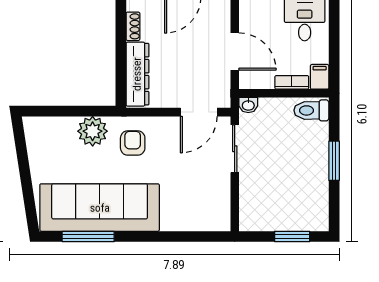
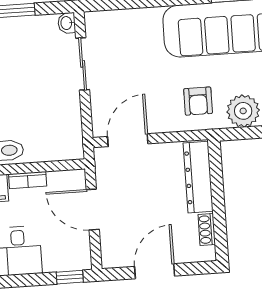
washbasin: (248, 105) -> (67, 23), moved, turned -90
sliding door: (235, 149) -> (83, 64), moved

